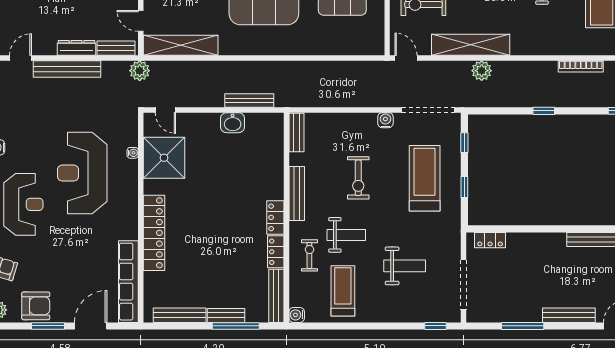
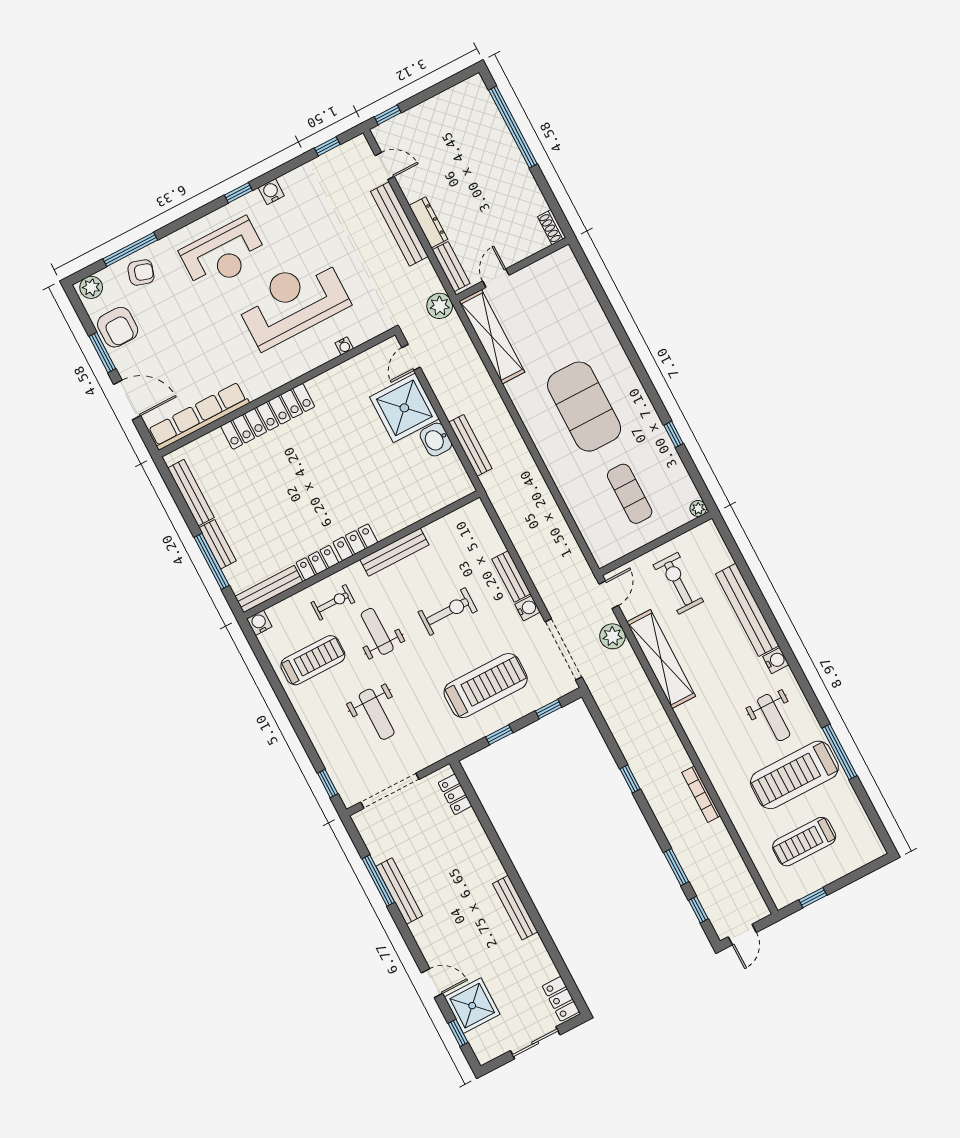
plant: (482, 71) -> (612, 636), moved
bench: (297, 133) -> (511, 576), moved, turned 90
shower: (164, 158) -> (404, 408), moved
exercise bike: (358, 178) -> (448, 611), turned 180
weight bench: (346, 235) -> (377, 631), turned 180
bench: (569, 315) -> (399, 891), moved

